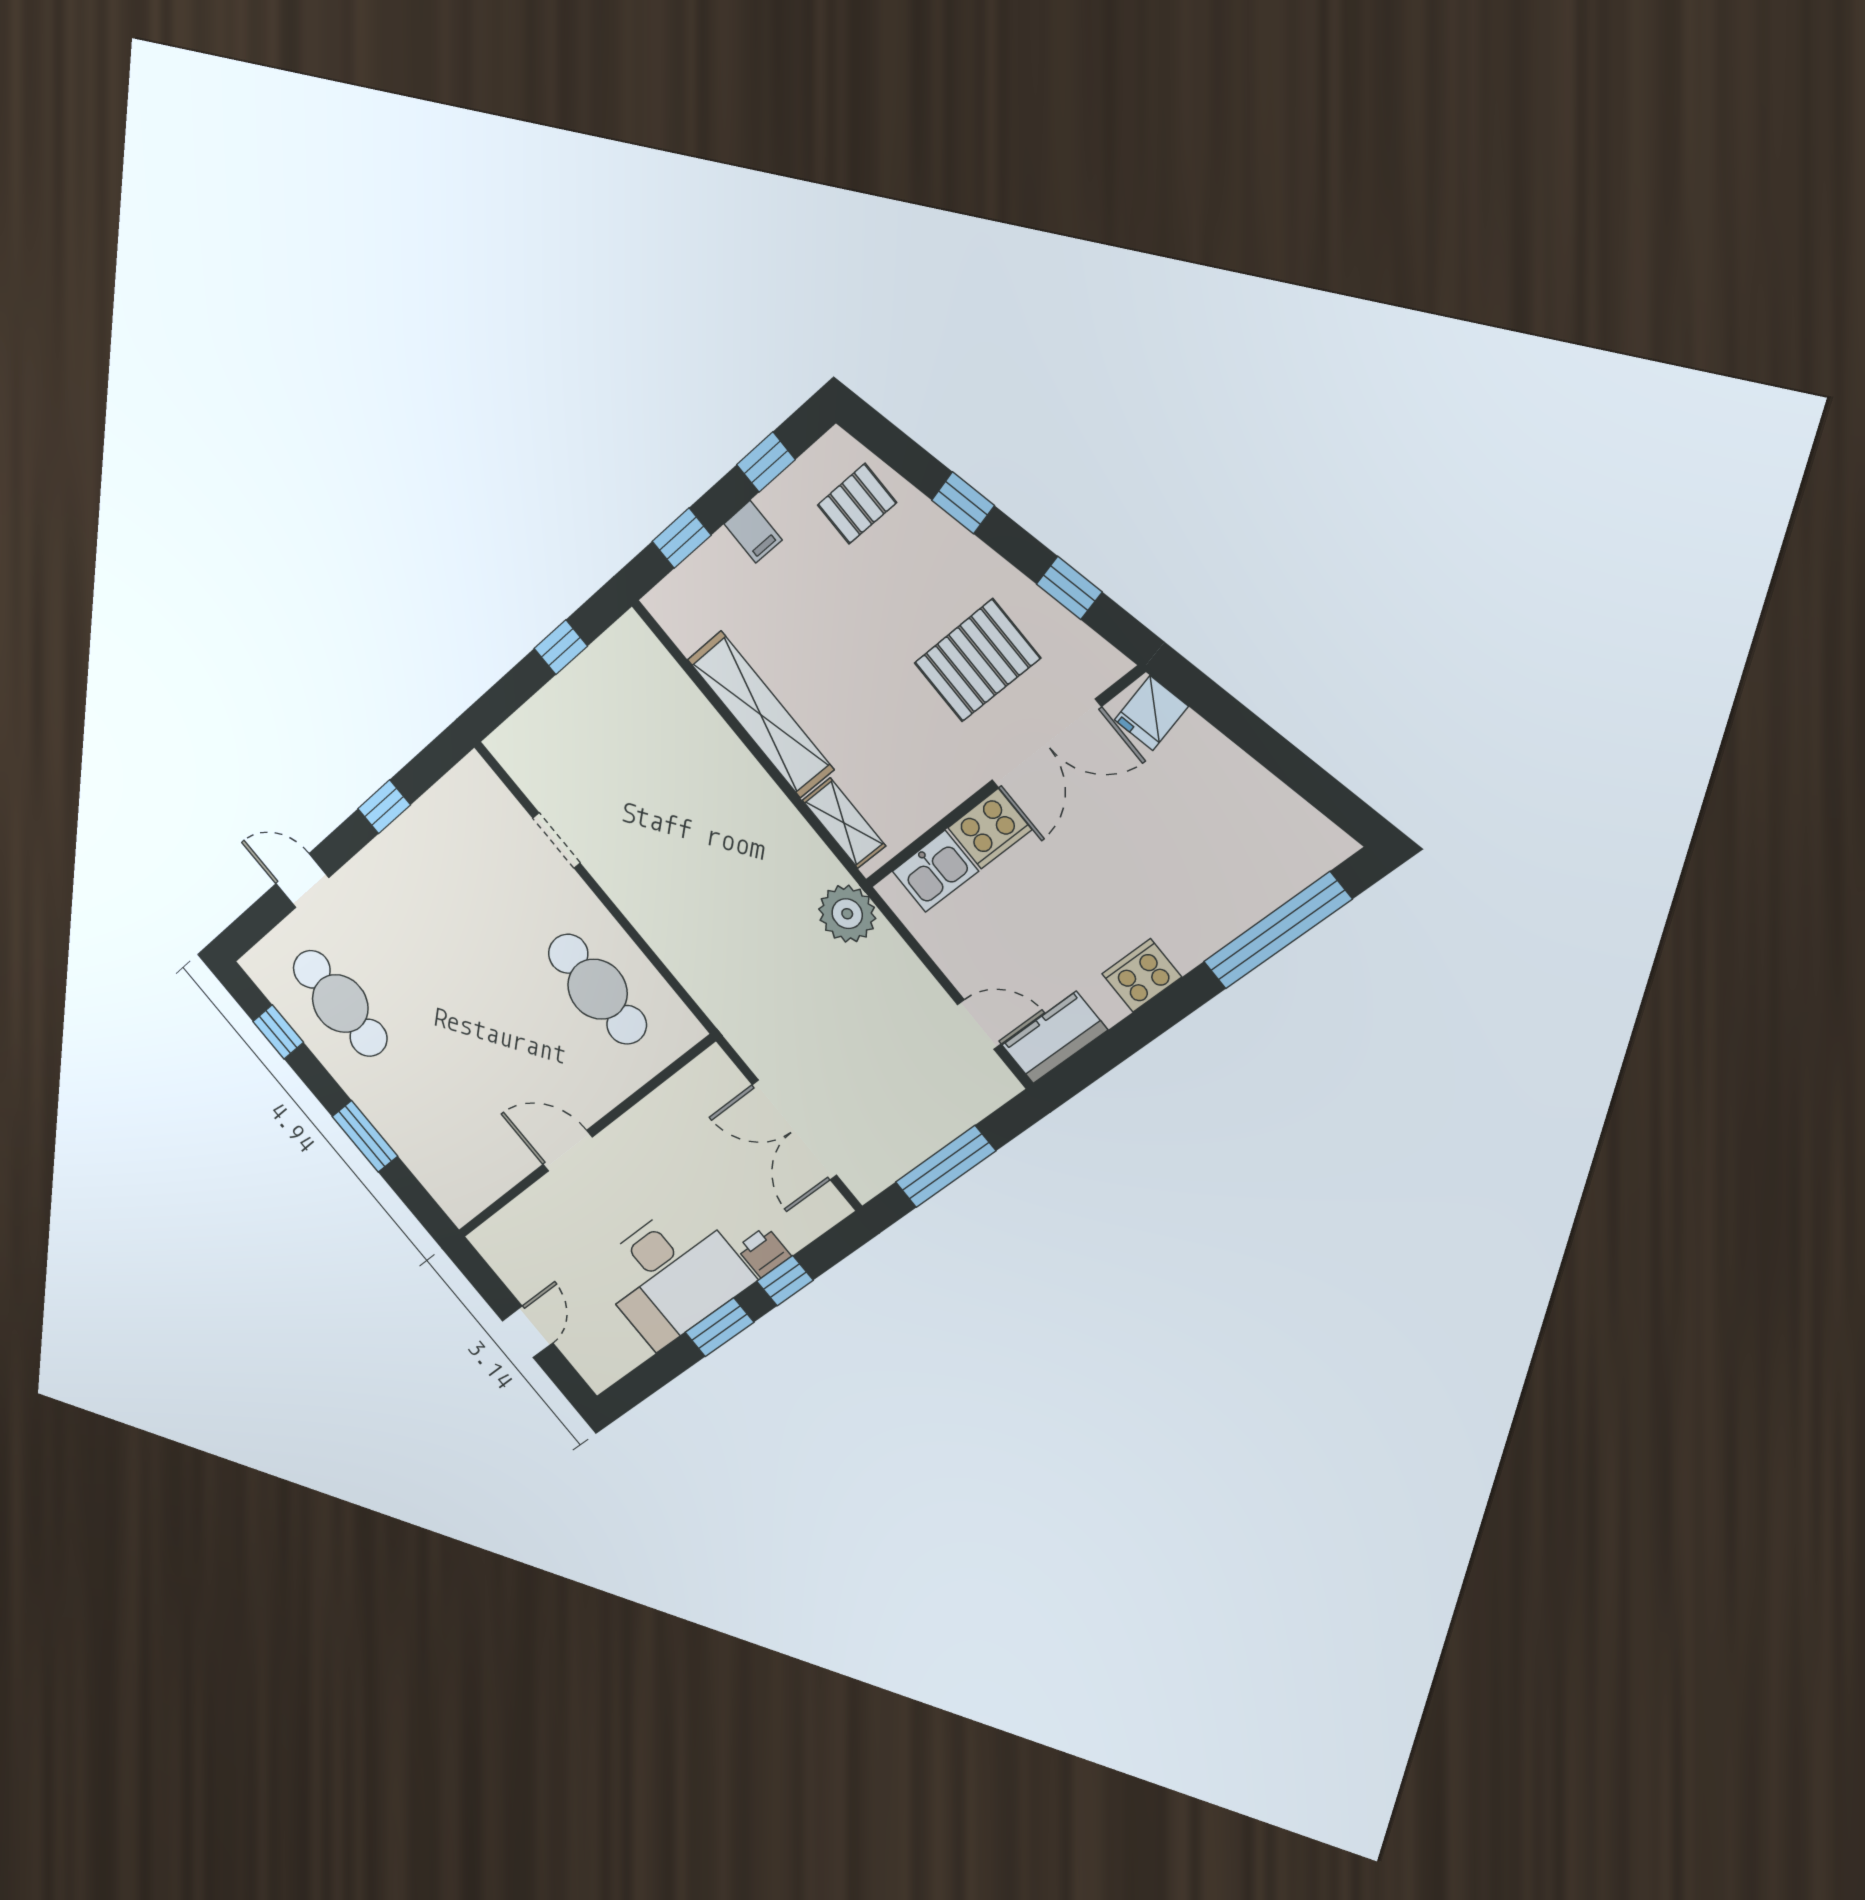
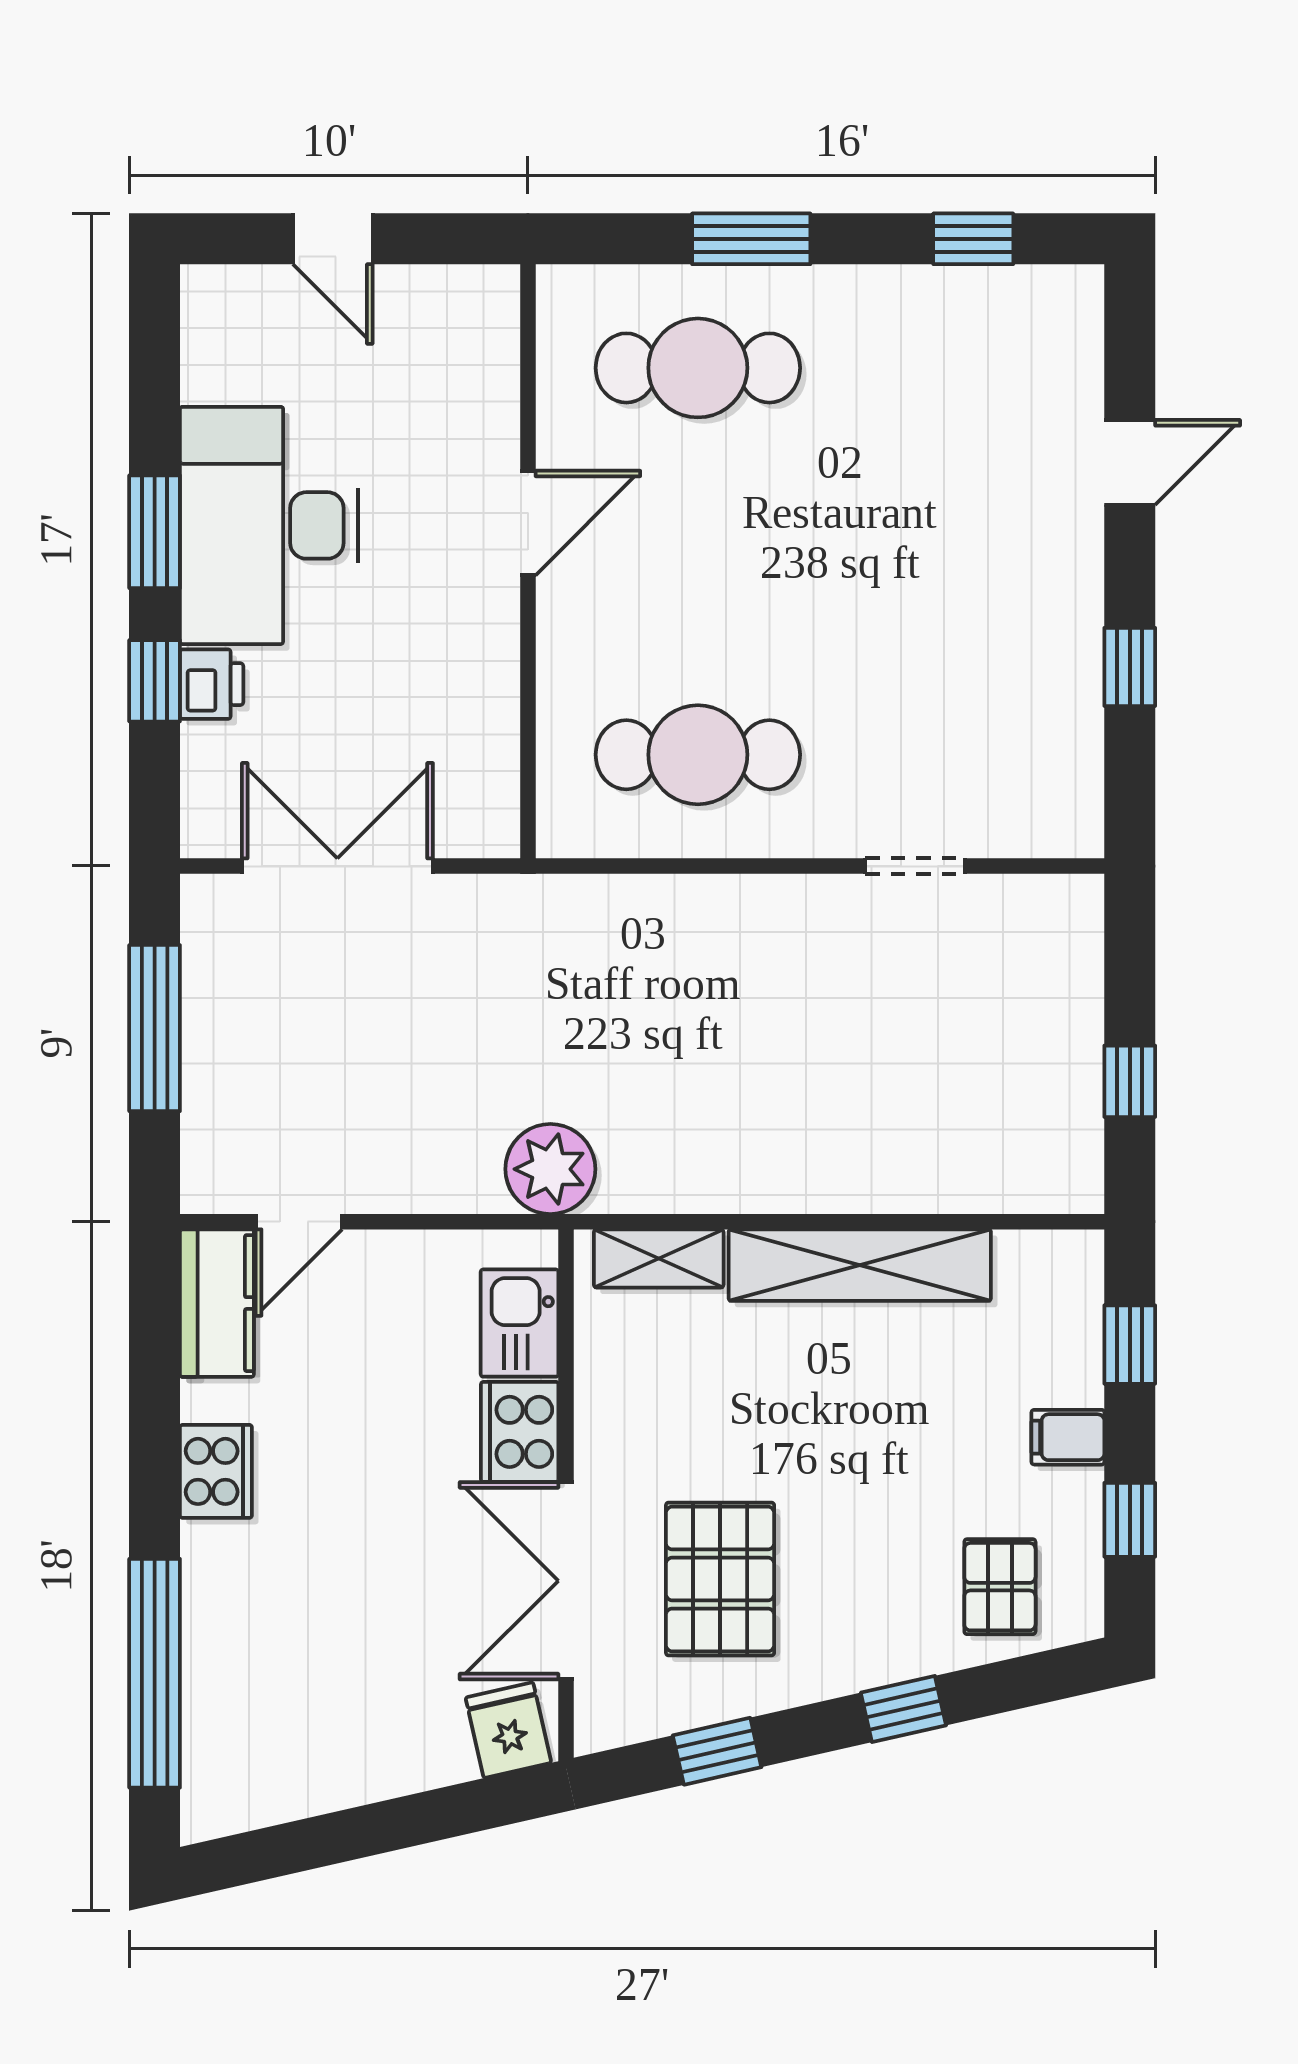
cafe table: (340, 1004) -> (698, 368), moved

